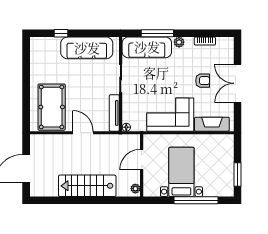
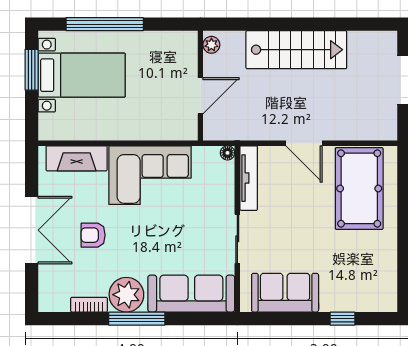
window: (157, 33) -> (137, 319), moved
plant: (179, 42) -> (126, 295), width x1.88, depth x1.88
sofa: (87, 48) -> (285, 293), width x0.73
bed with nightstands: (181, 172) -> (82, 75), moved, turned -90

